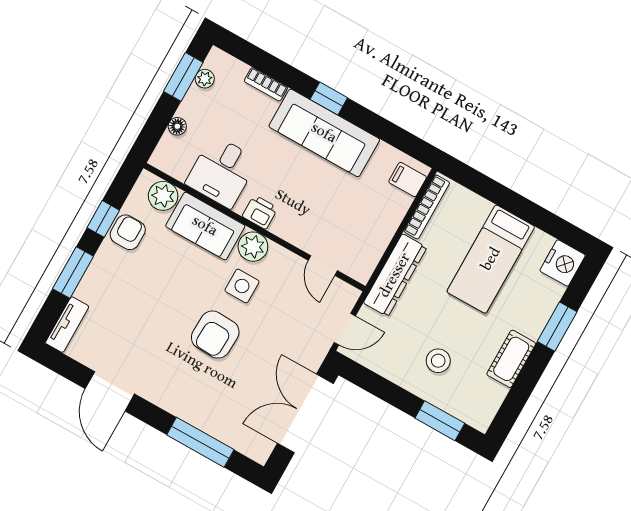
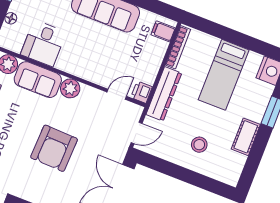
printer: (260, 212) -> (142, 92), moved, turned -90
door: (323, 266) -> (117, 94), swing flipped
side table: (242, 286) -> (67, 115), removed
armchair: (215, 335) -> (54, 148), width x1.36, depth x1.36
window: (440, 421) -> (206, 183), removed

